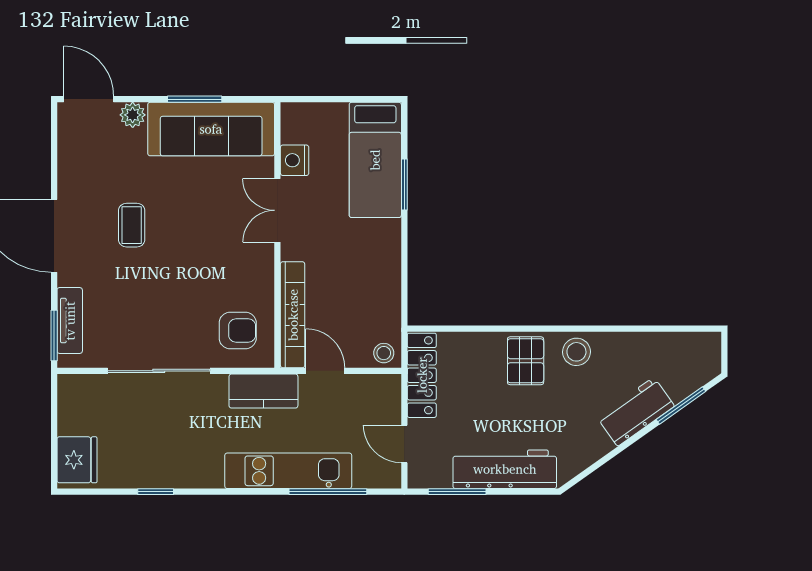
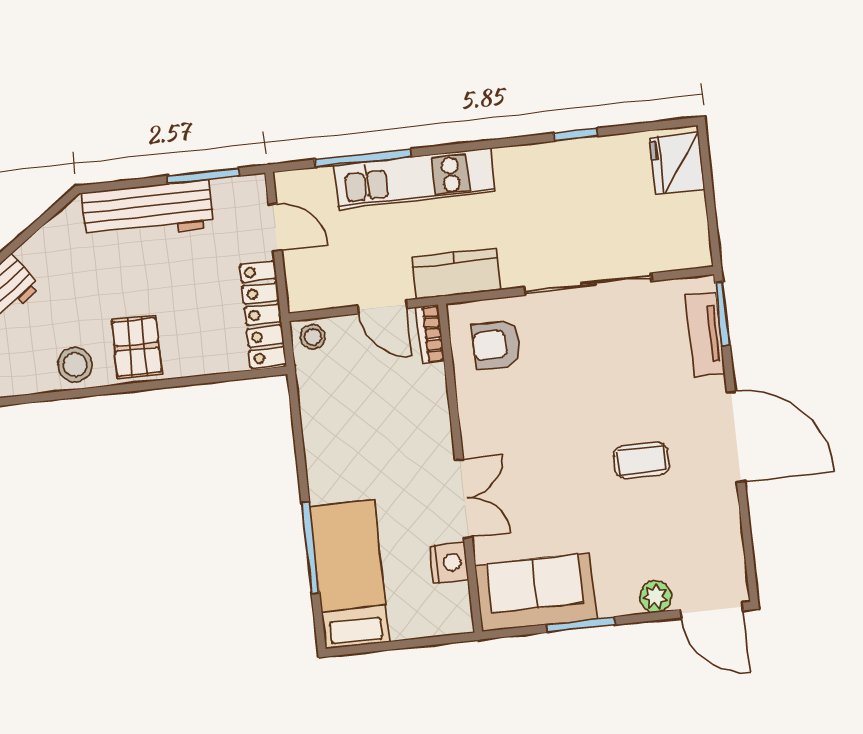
sofa: (211, 129) -> (536, 592), width x0.73
window: (404, 184) -> (310, 548), width x1.44
coffee table: (132, 225) -> (642, 460), turned 90
bookcase: (293, 315) -> (430, 334), width x0.43, depth x0.76

